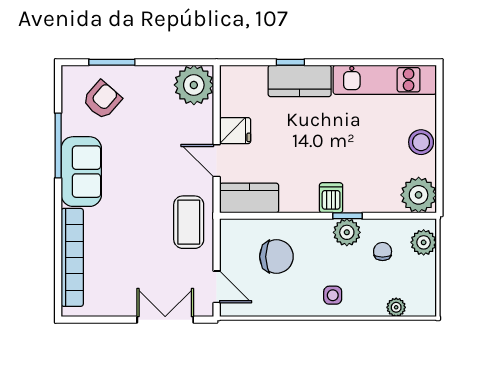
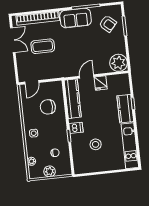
stool: (421, 142) -> (96, 144), moved
plant: (419, 195) -> (81, 166), removed
kitchen counter: (249, 198) -> (73, 99), width x1.50
coffee table: (189, 222) -> (43, 46), moved
plant: (347, 232) -> (62, 136), removed
plant: (424, 242) -> (50, 171), moved
chair: (276, 257) -> (48, 107), turned 90
double door: (165, 320) -> (13, 40), moved

